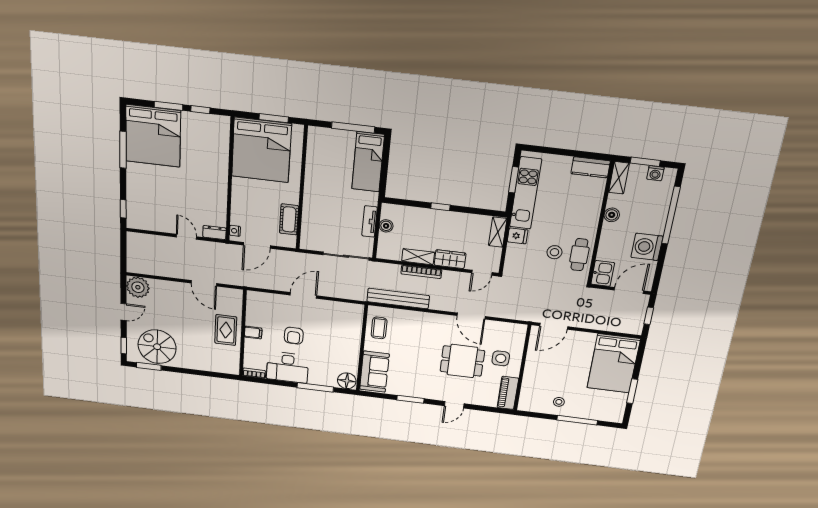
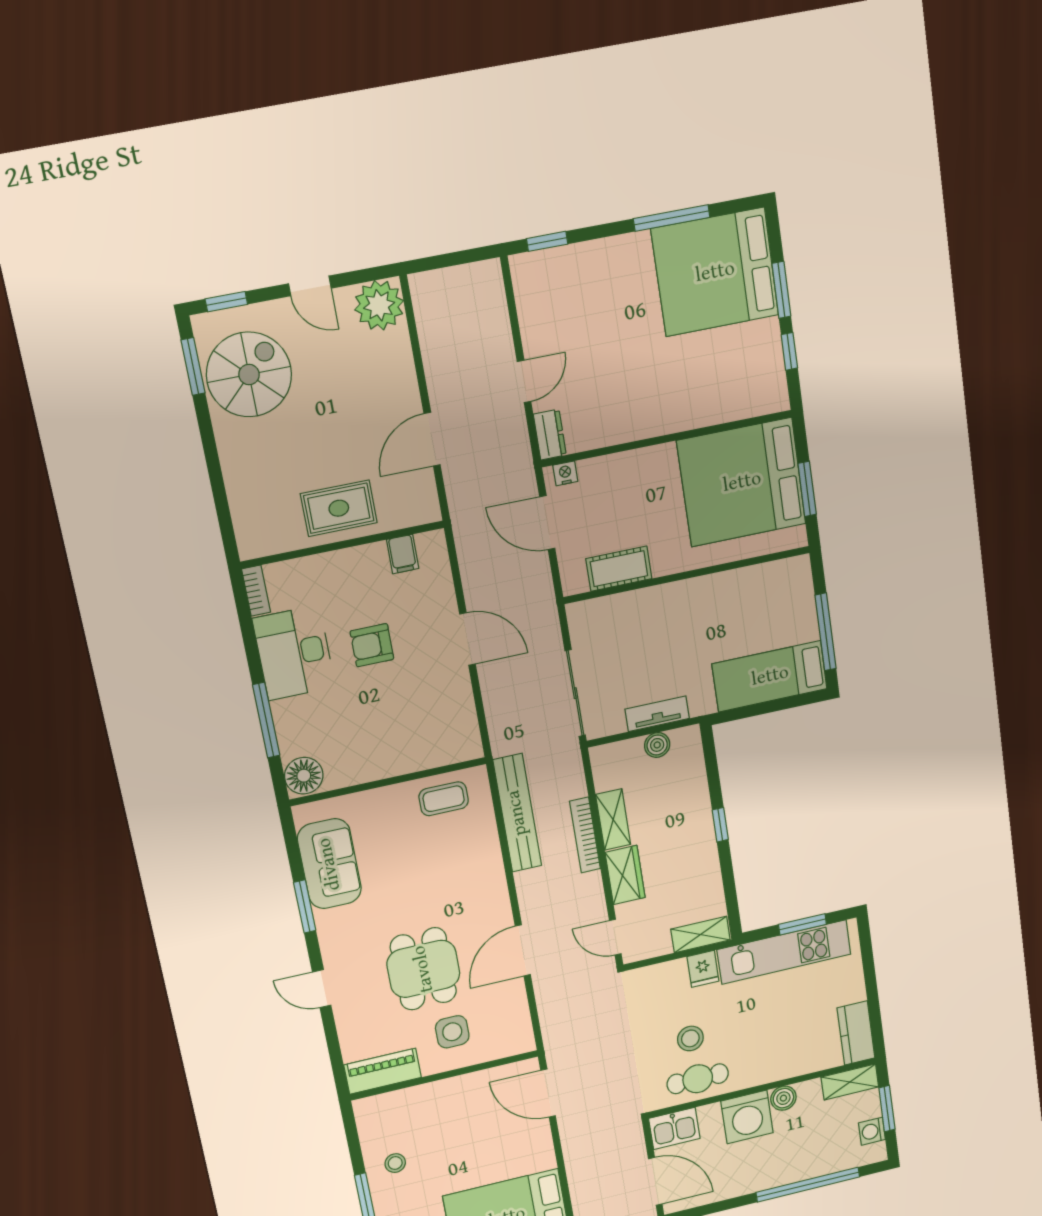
washing machine: (647, 247) -> (747, 1117), moved, turned 180
filing cabinet: (253, 333) -> (403, 554), moved
sofa: (374, 372) -> (329, 864), moved, turned -90

